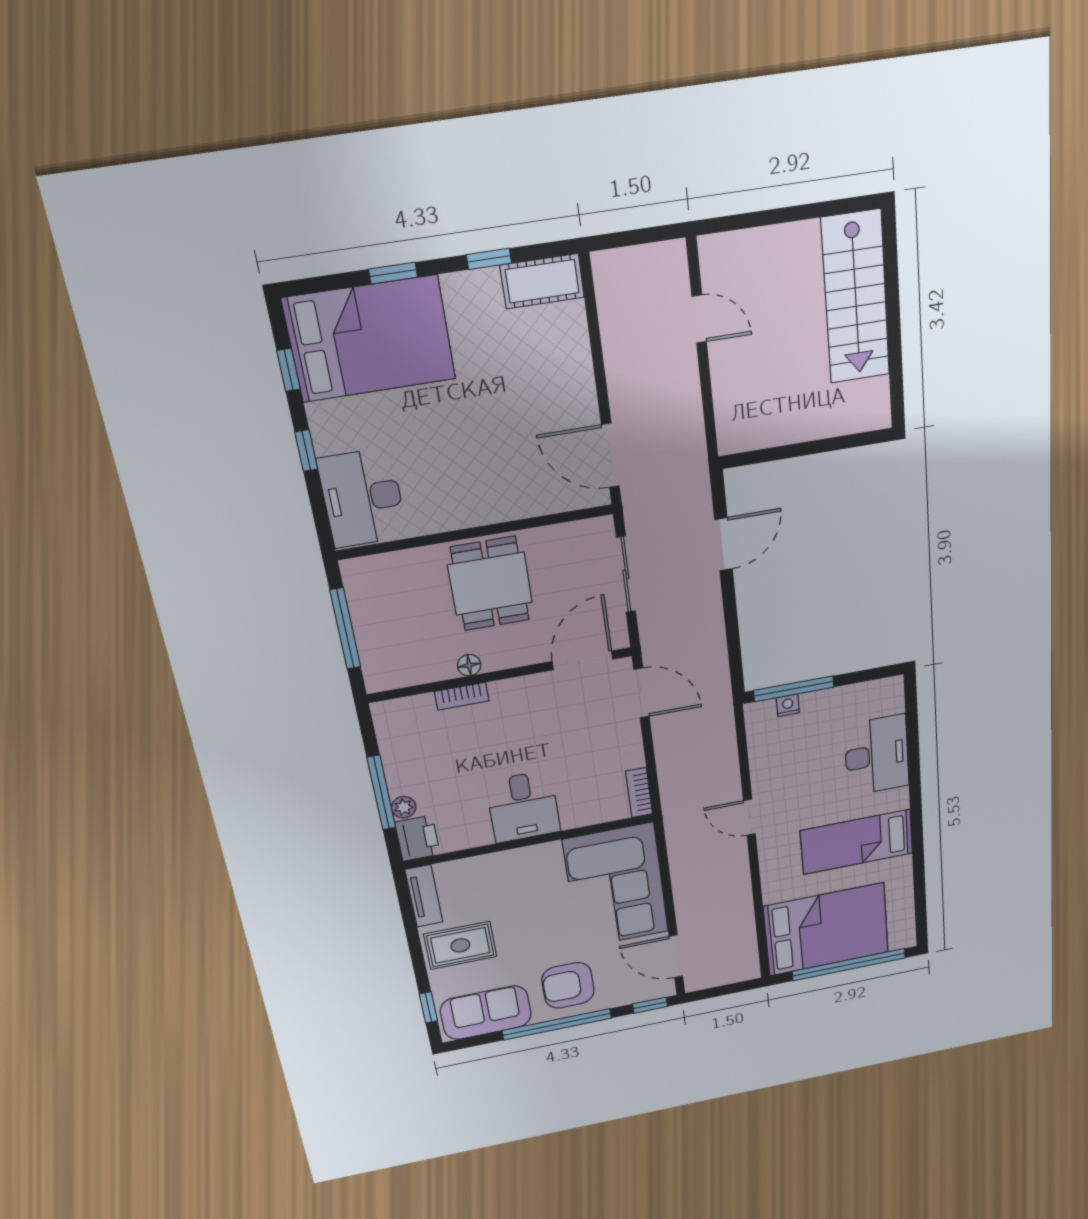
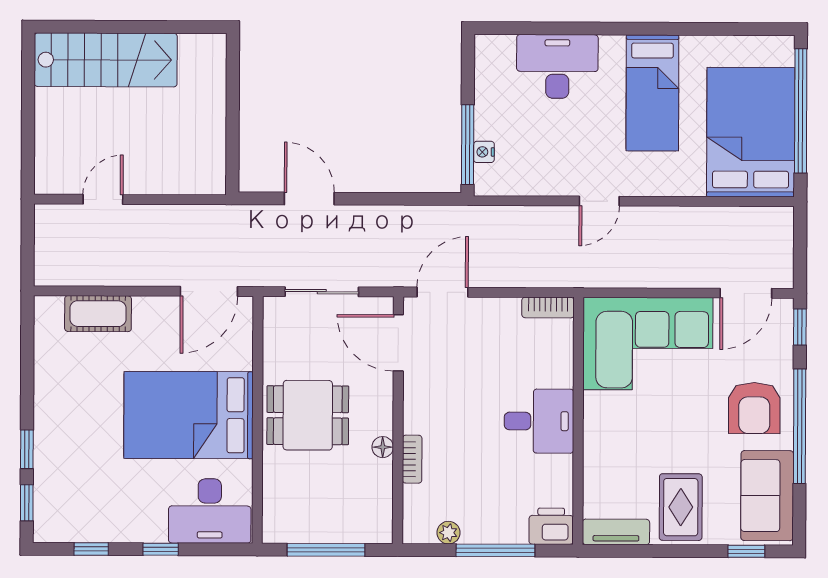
window: (489, 259) -> (27, 503), moved
cot: (542, 281) -> (98, 314), moved, turned 90
bed: (370, 339) -> (188, 415), moved, turned -90
plant: (404, 807) -> (448, 533), moved

